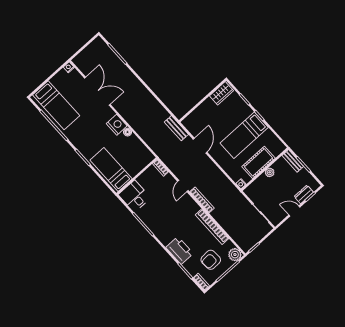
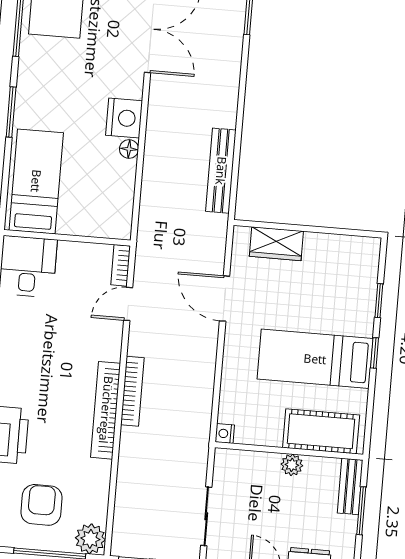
wardrobe: (221, 93) -> (276, 244), moved
bench: (176, 128) -> (221, 171), moved, width x1.36
door: (200, 146) -> (225, 299), swing flipped
cot: (259, 162) -> (321, 431), moved
door: (183, 186) -> (128, 304), moved
bookcase: (212, 227) -> (106, 410), moved
armchair: (211, 260) -> (41, 505), turned 93

